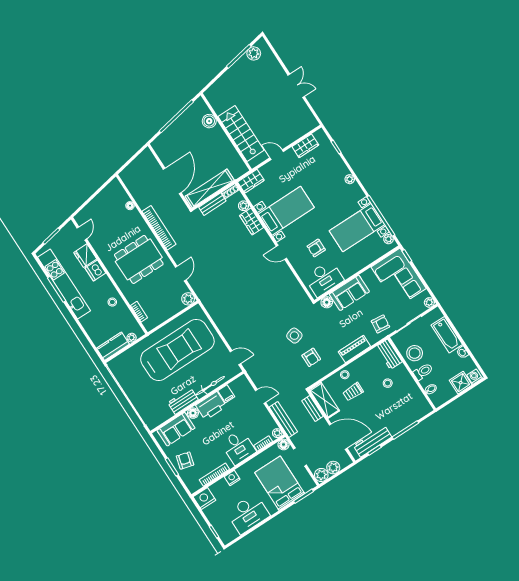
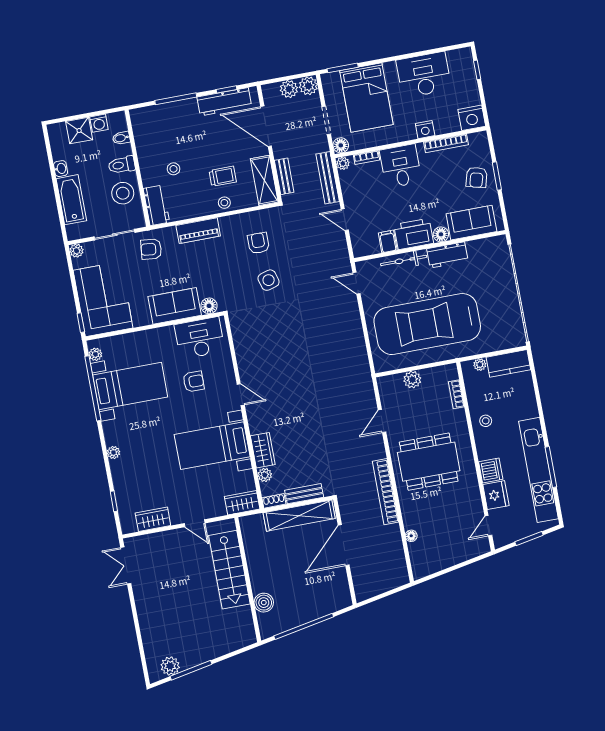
double door: (296, 86) -> (126, 566), moved
plant: (188, 299) -> (412, 380), moved
washing machine: (475, 377) -> (99, 123), moved

